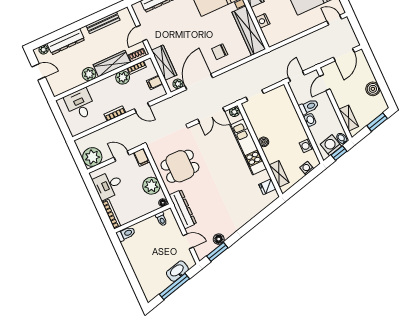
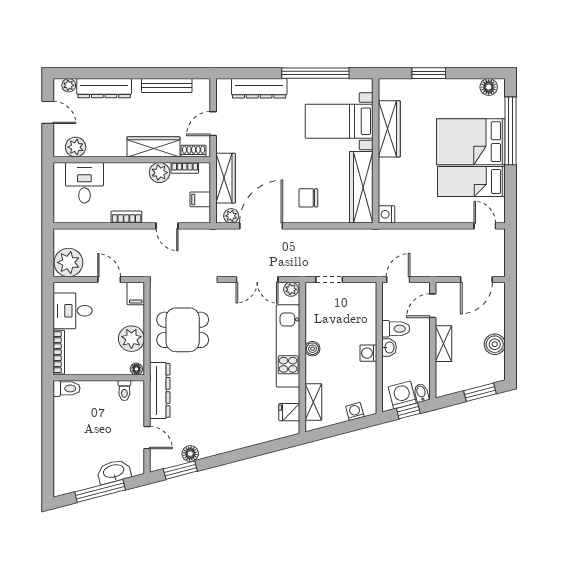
nightstand: (263, 21) -> (386, 214), moved
plant: (89, 74) -> (76, 147), moved
shelving: (349, 118) -> (444, 344), moved
washing machine: (306, 146) -> (368, 353), moved

